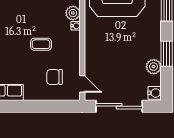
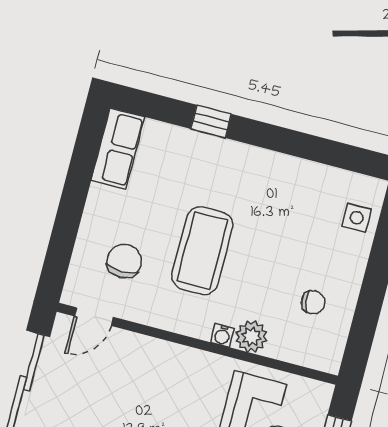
coffee table: (41, 44) -> (202, 251), width x1.86, depth x1.72

